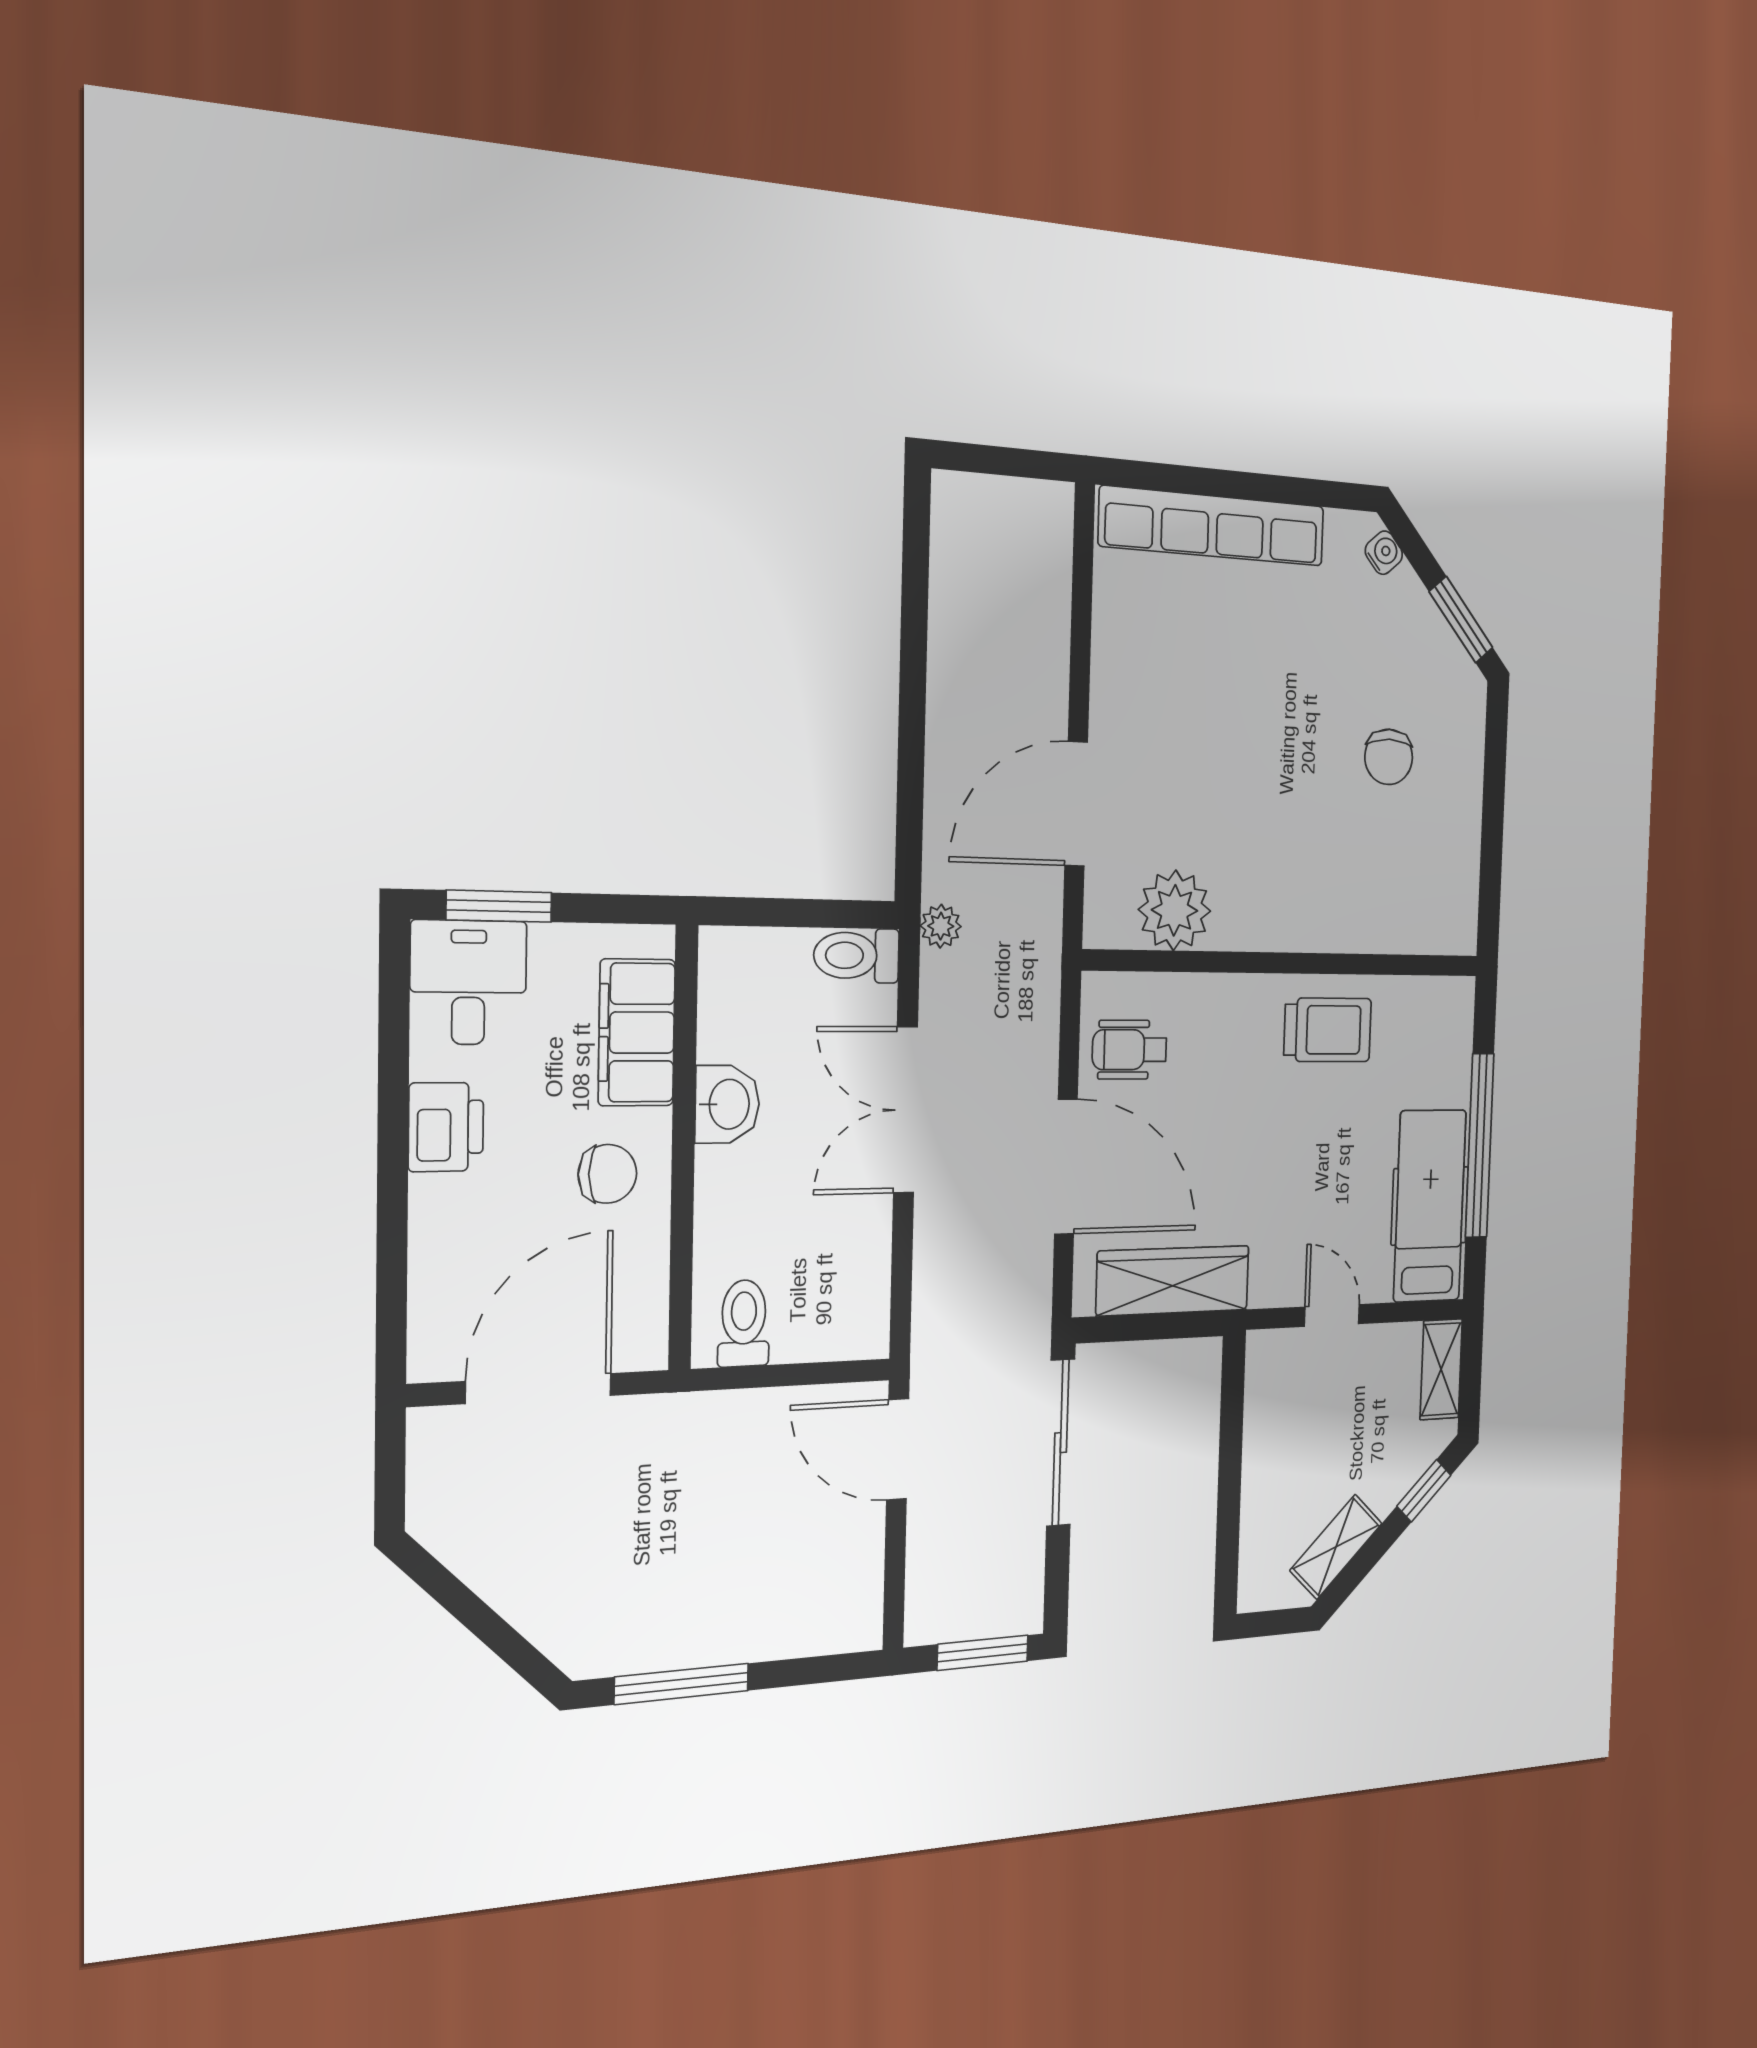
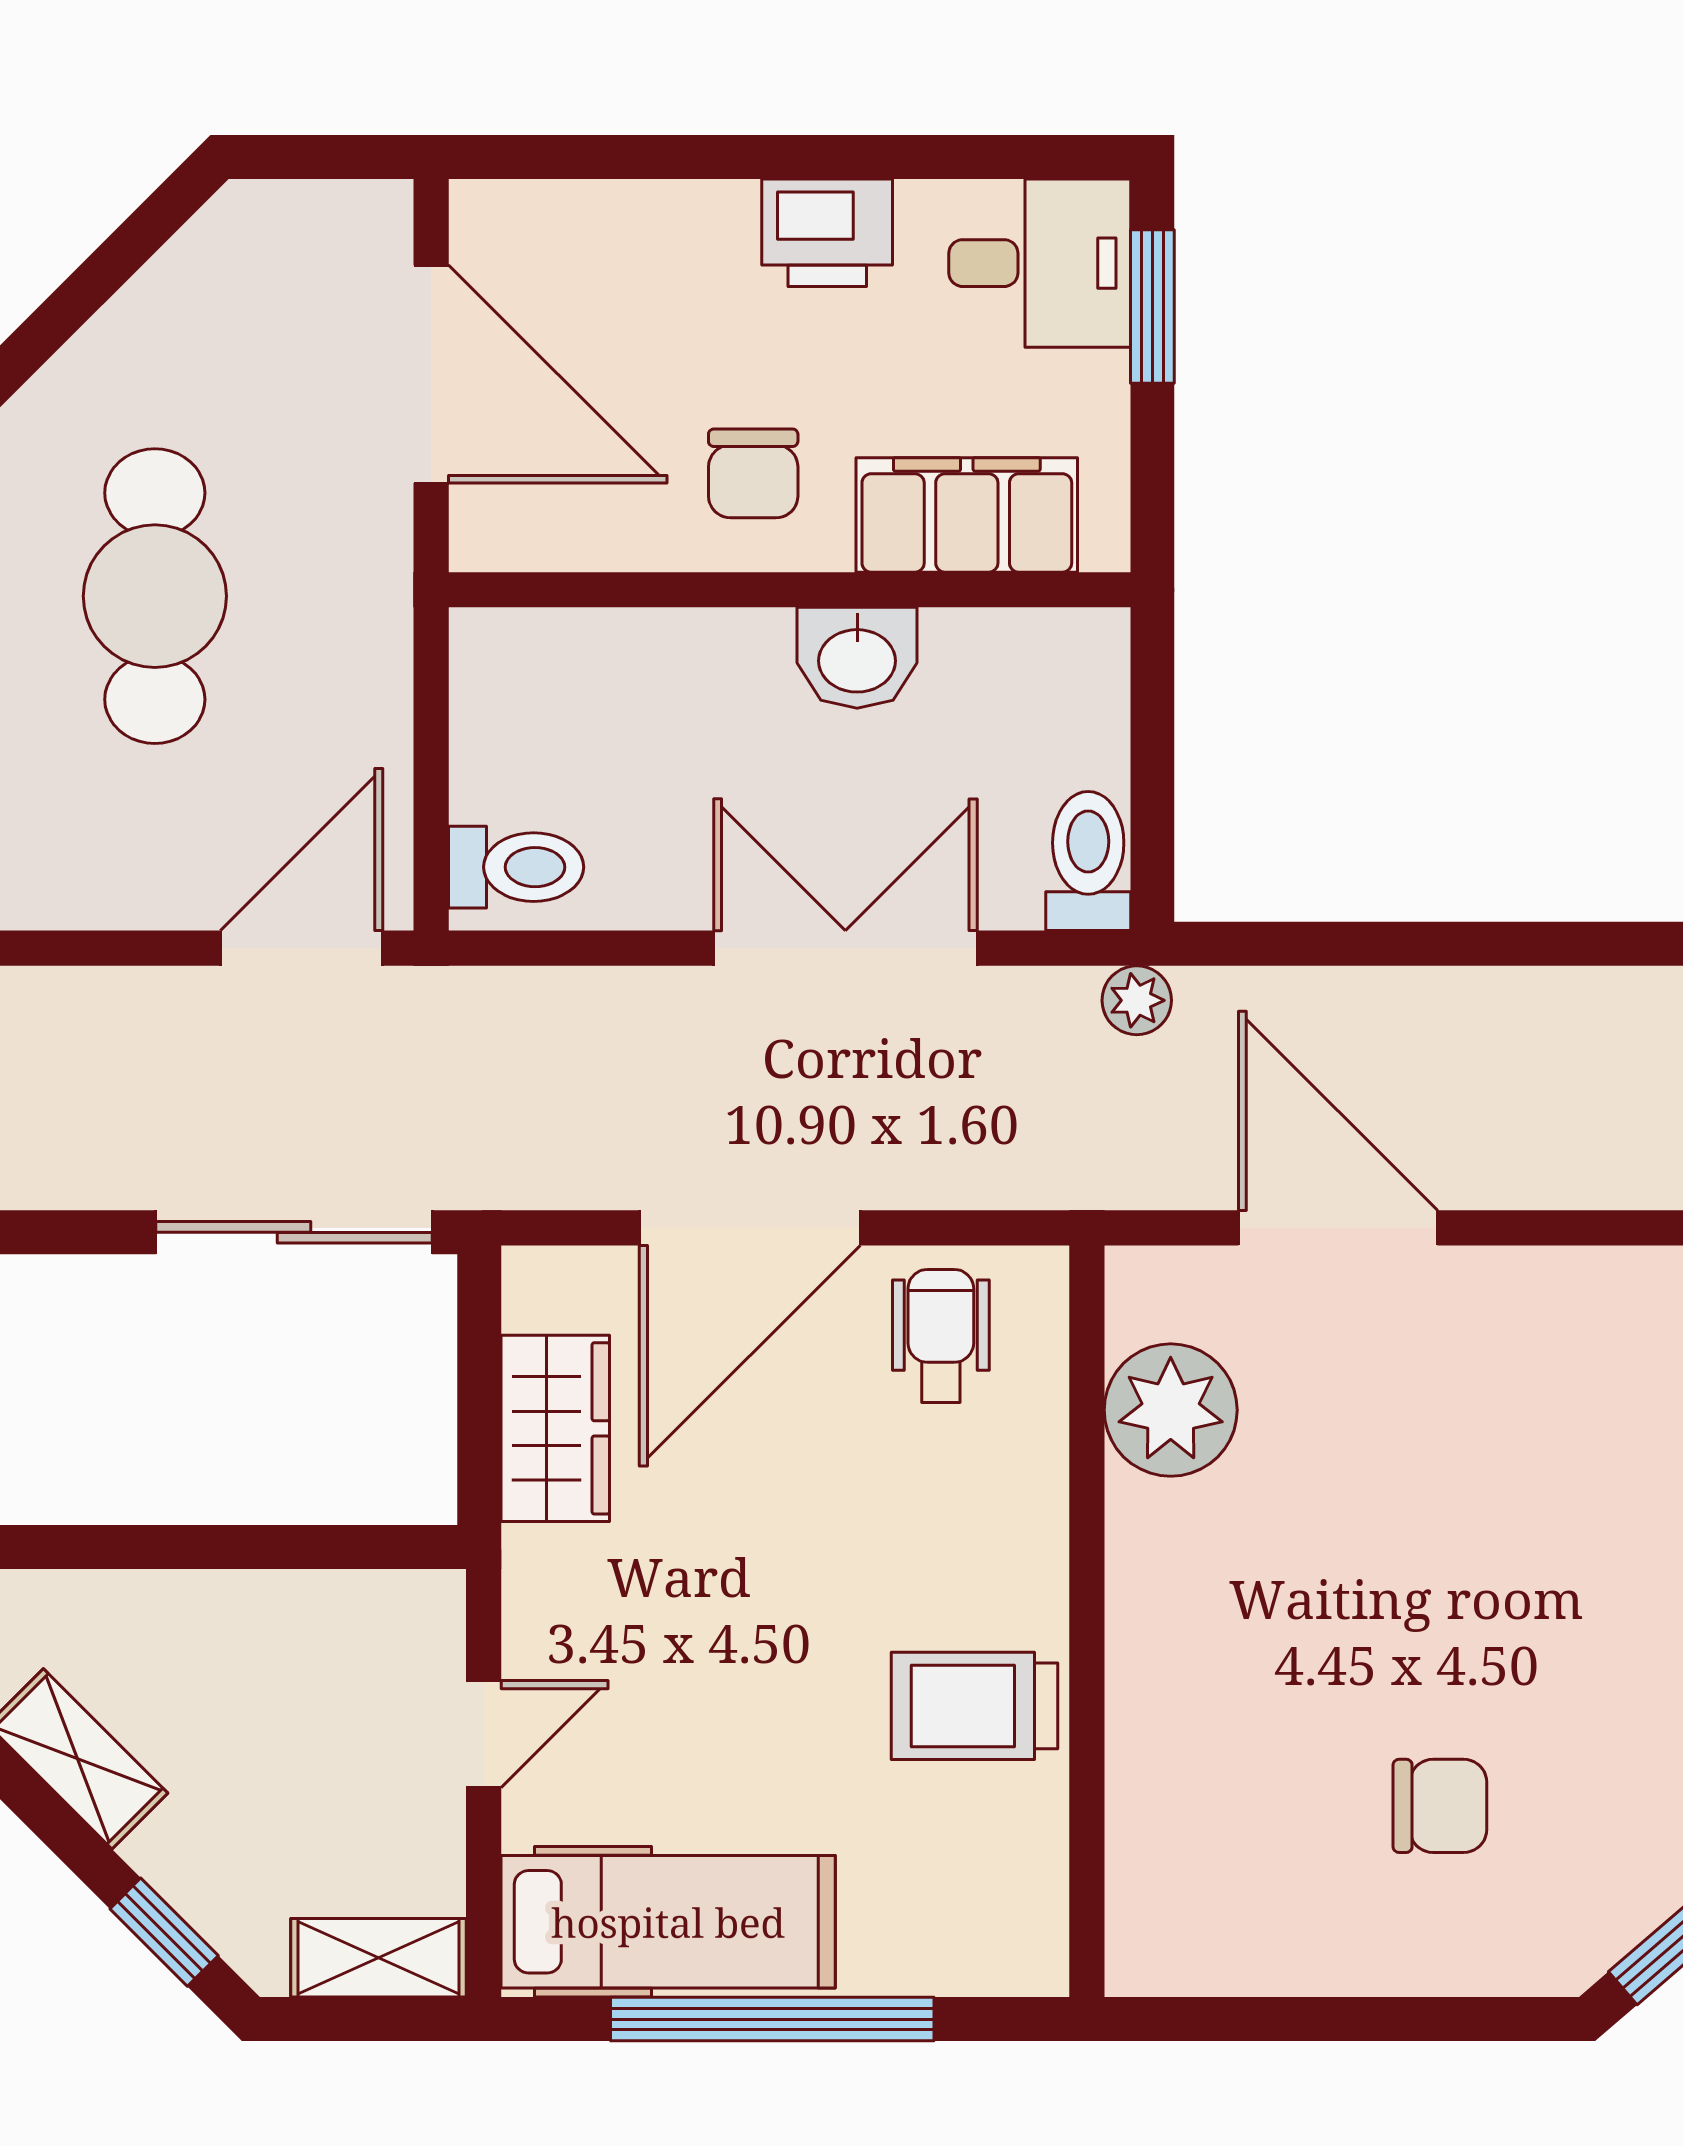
chair: (1389, 757) -> (1440, 1806), turned 180
trolley: (1328, 1030) -> (975, 1706), turned 90
wardrobe: (1173, 1281) -> (555, 1428), width x0.67
toilet: (744, 1323) -> (516, 867), moved
cafe table: (680, 1557) -> (155, 596), added

